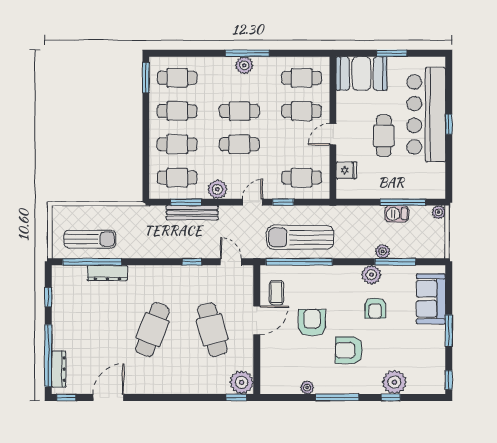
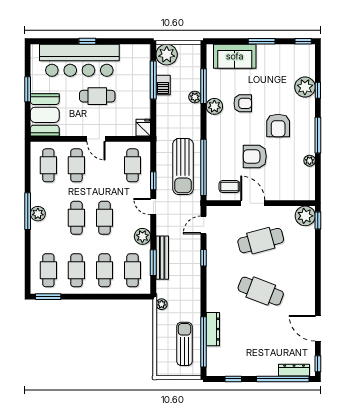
fridge: (346, 170) -> (143, 128), moved
plant: (137, 212) -> (162, 304), added
plant: (439, 212) -> (167, 55), width x1.88, depth x1.88

